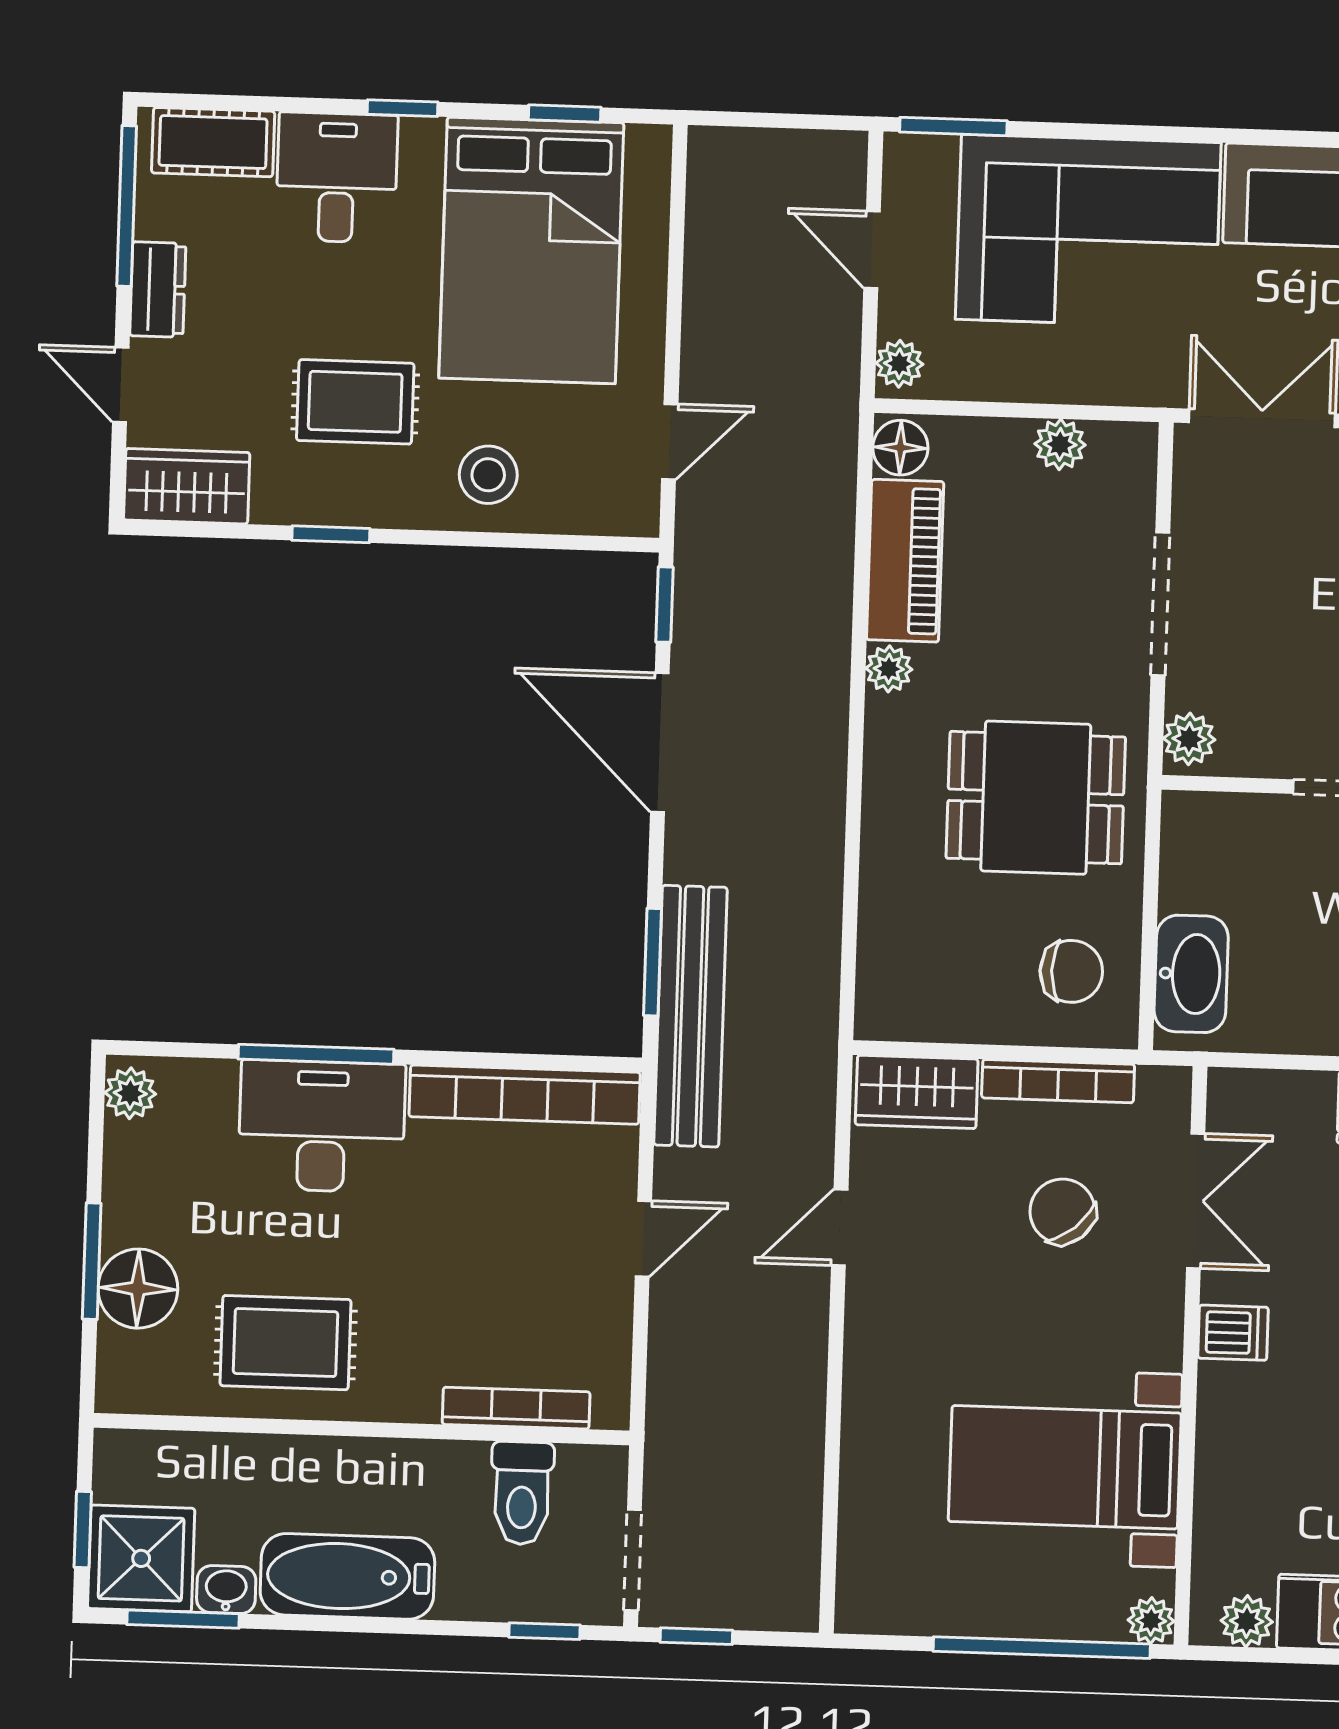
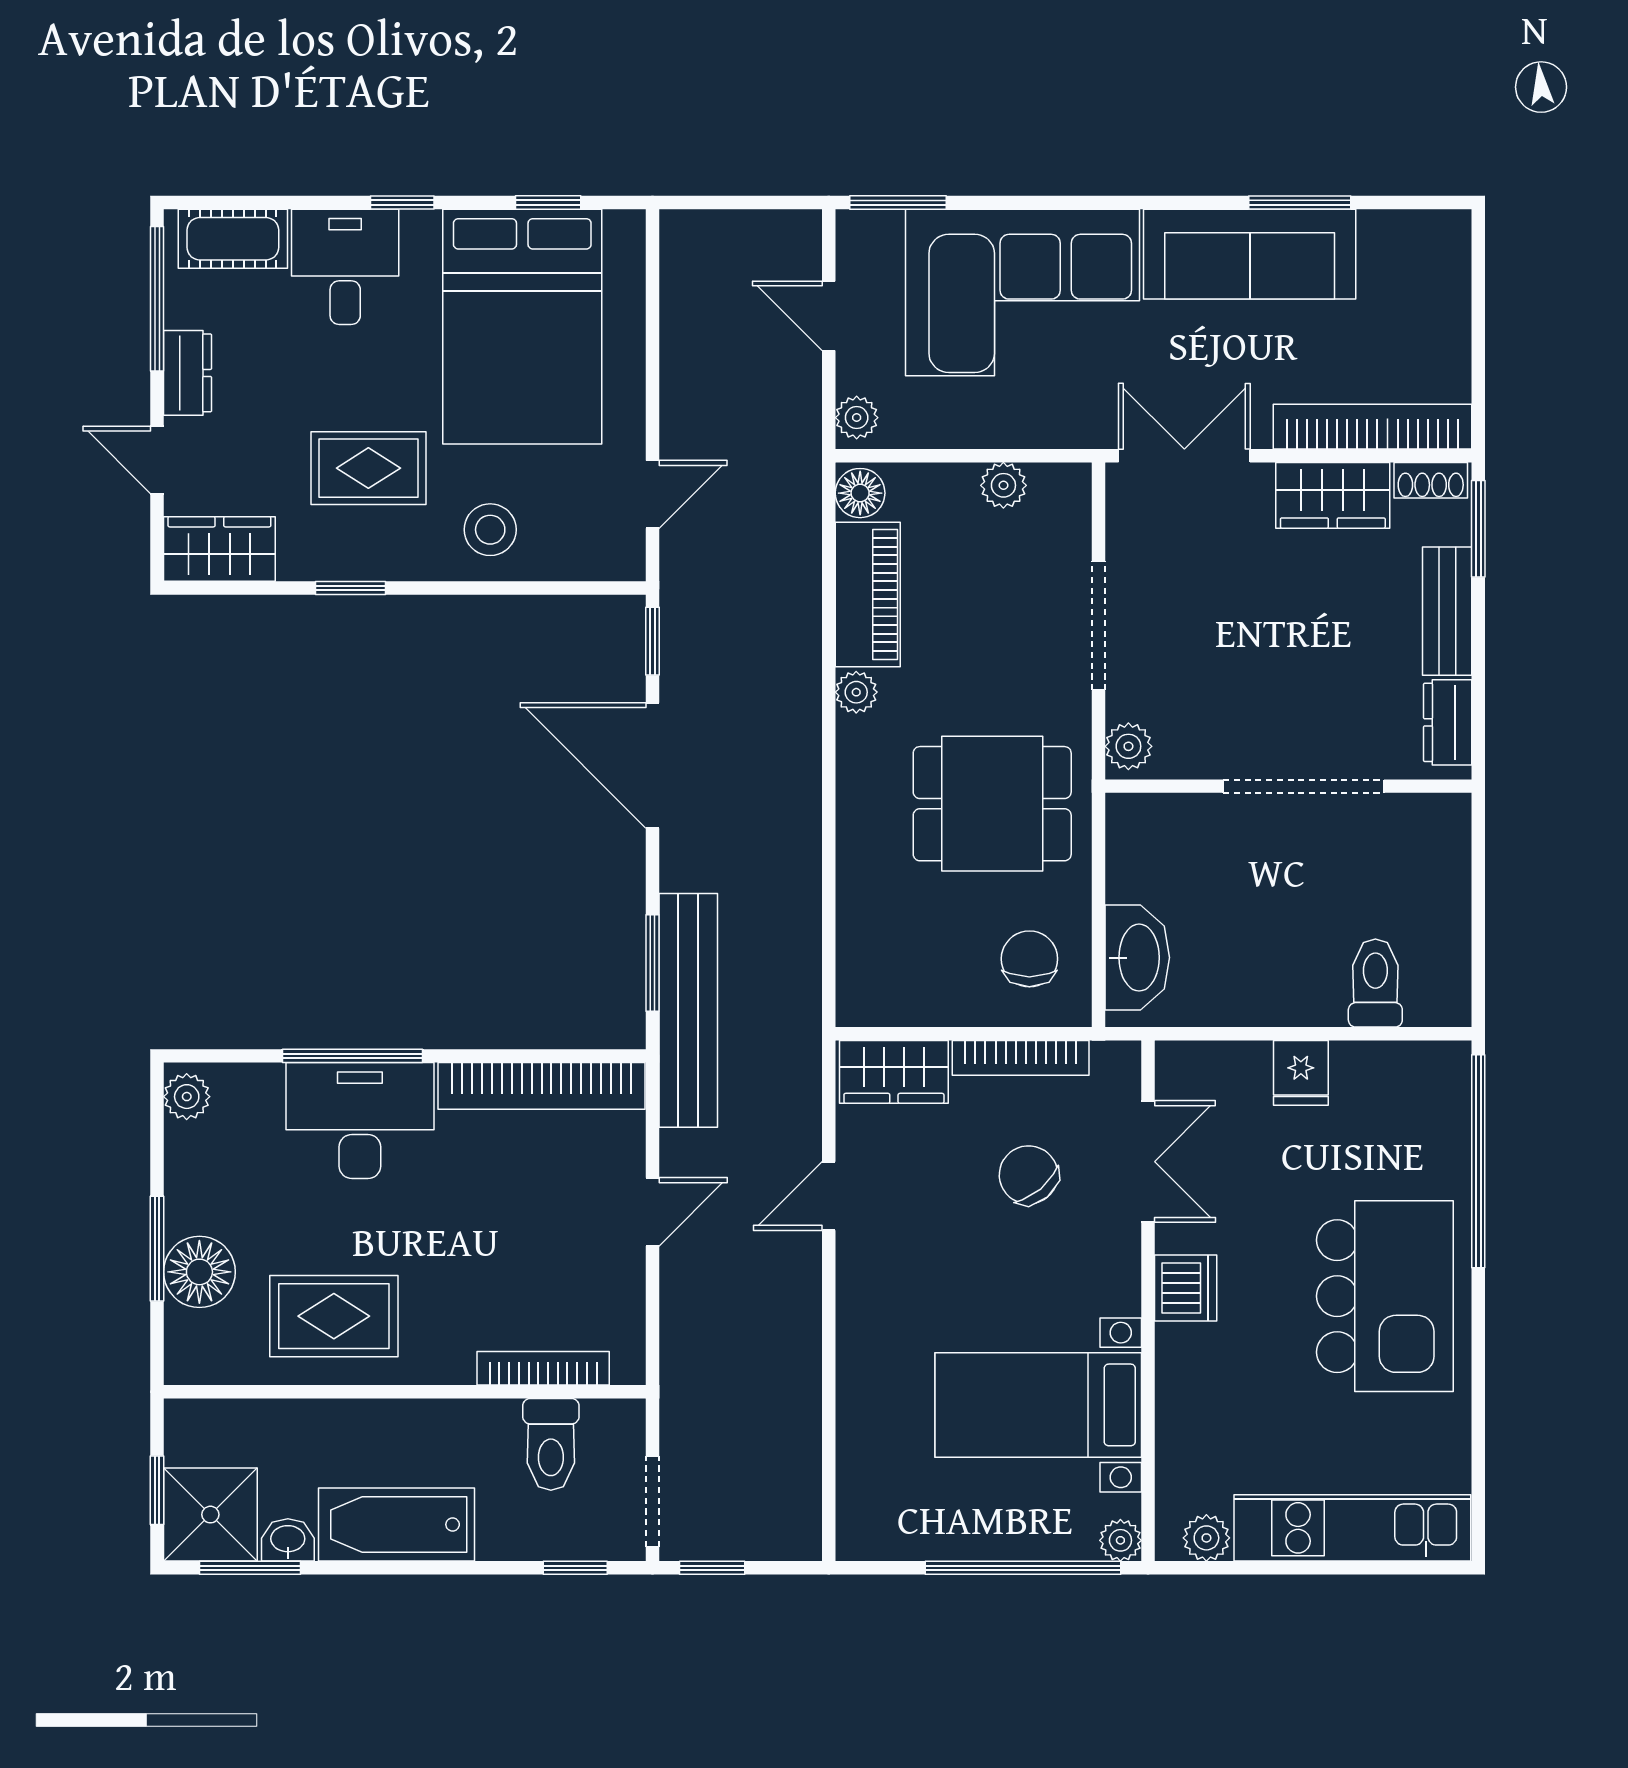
chair: (1071, 971) -> (1029, 959), turned -90
dishwasher: (1233, 1333) -> (1186, 1288), width x1.38

